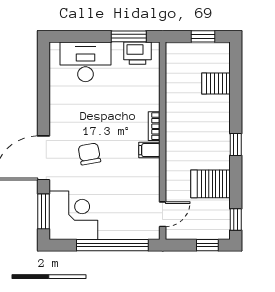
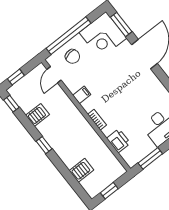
printer: (137, 53) -> (119, 141), moved, turned 90
filing cabinet: (149, 150) -> (82, 95), moved
chair: (89, 154) -> (72, 56), moved
server rack: (210, 184) -> (38, 115), width x0.73, depth x0.70

